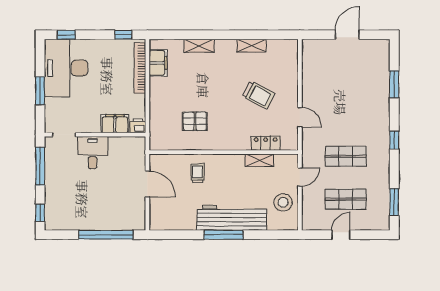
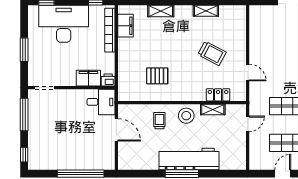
desk: (66, 68) -> (64, 24), moved, turned 90
desk: (93, 153) -> (101, 102), moved, turned 90
stool: (283, 202) -> (186, 116), moved

